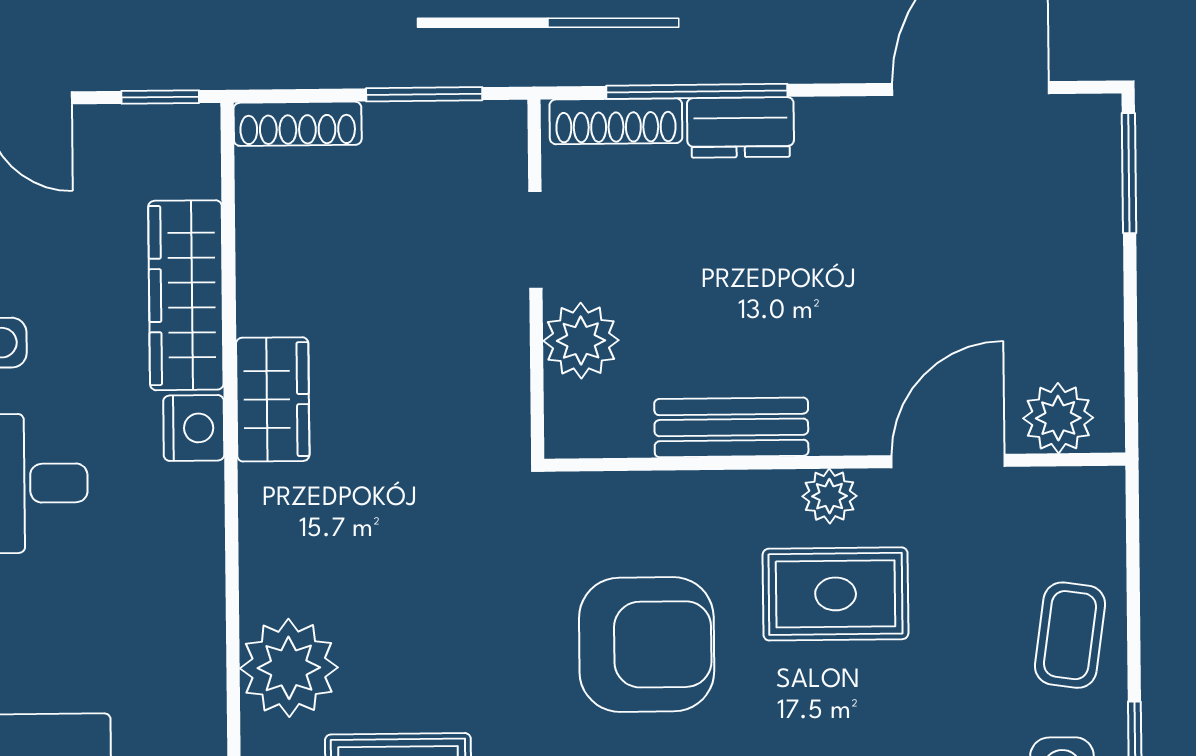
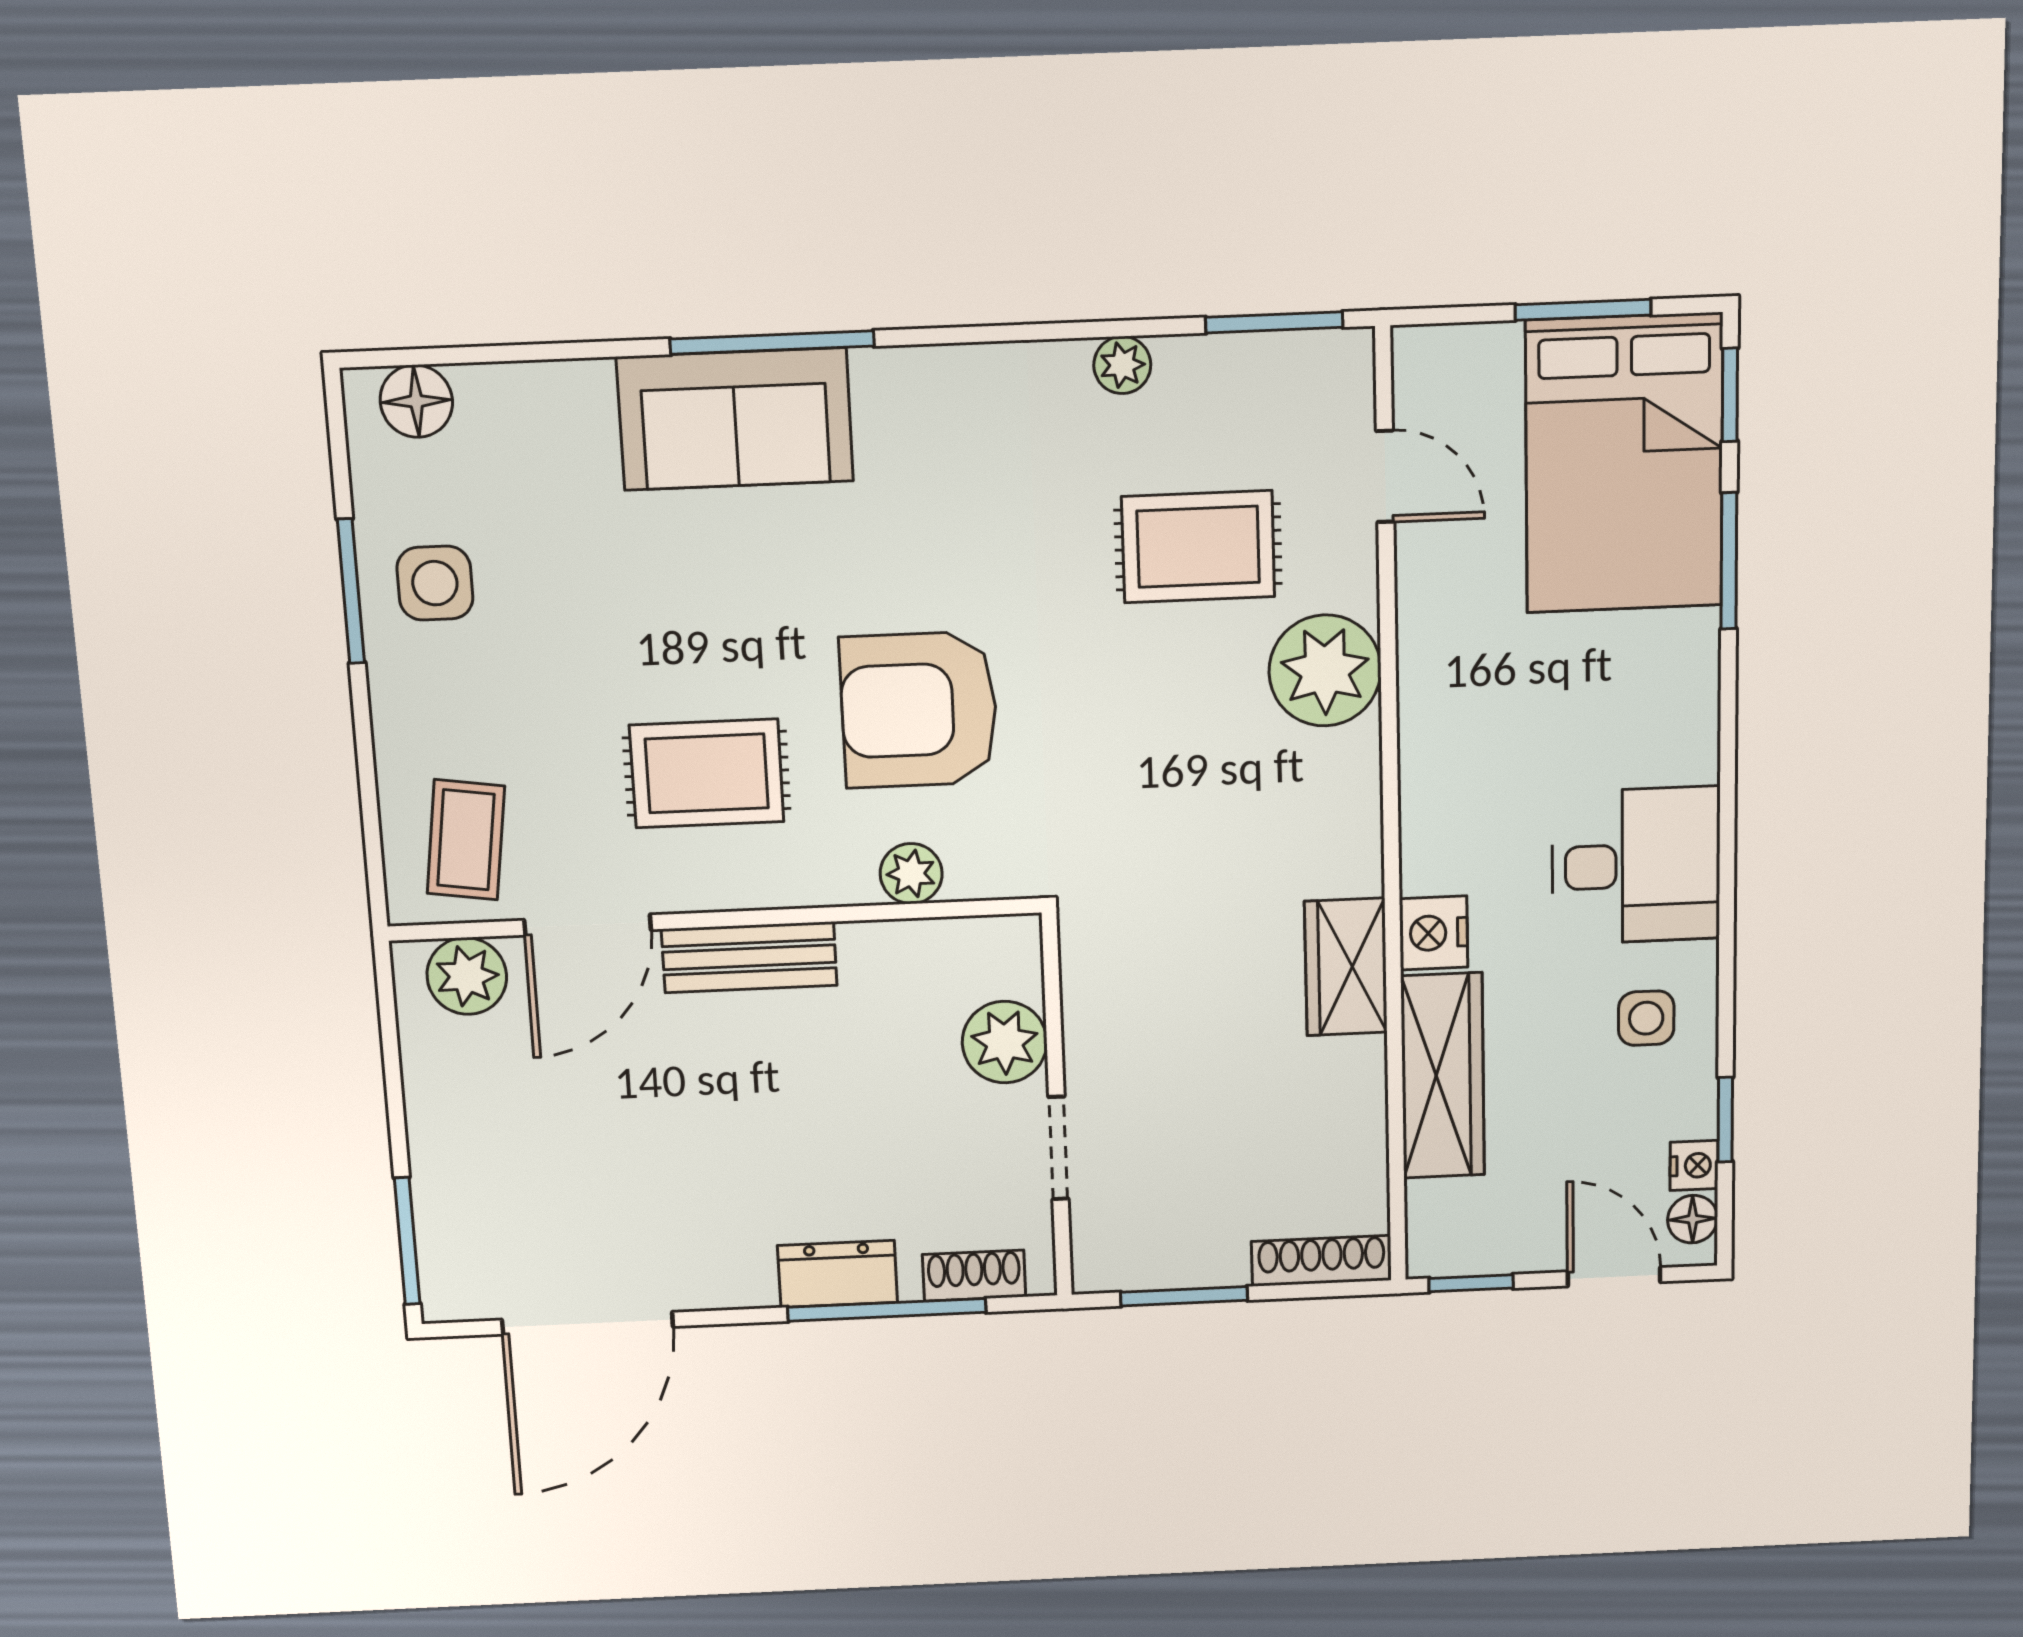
shoe rack: (616, 121) -> (974, 1276), width x0.70
bench: (731, 427) -> (749, 957), moved
plant: (830, 496) -> (911, 874), moved
coffee table: (1070, 635) -> (466, 840), moved

